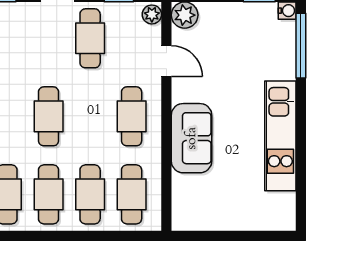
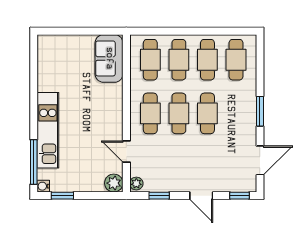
cafe table: (90, 38) -> (179, 113), moved
kitchen unit: (280, 136) -> (48, 130), moved
sofa: (192, 138) -> (109, 58), moved

